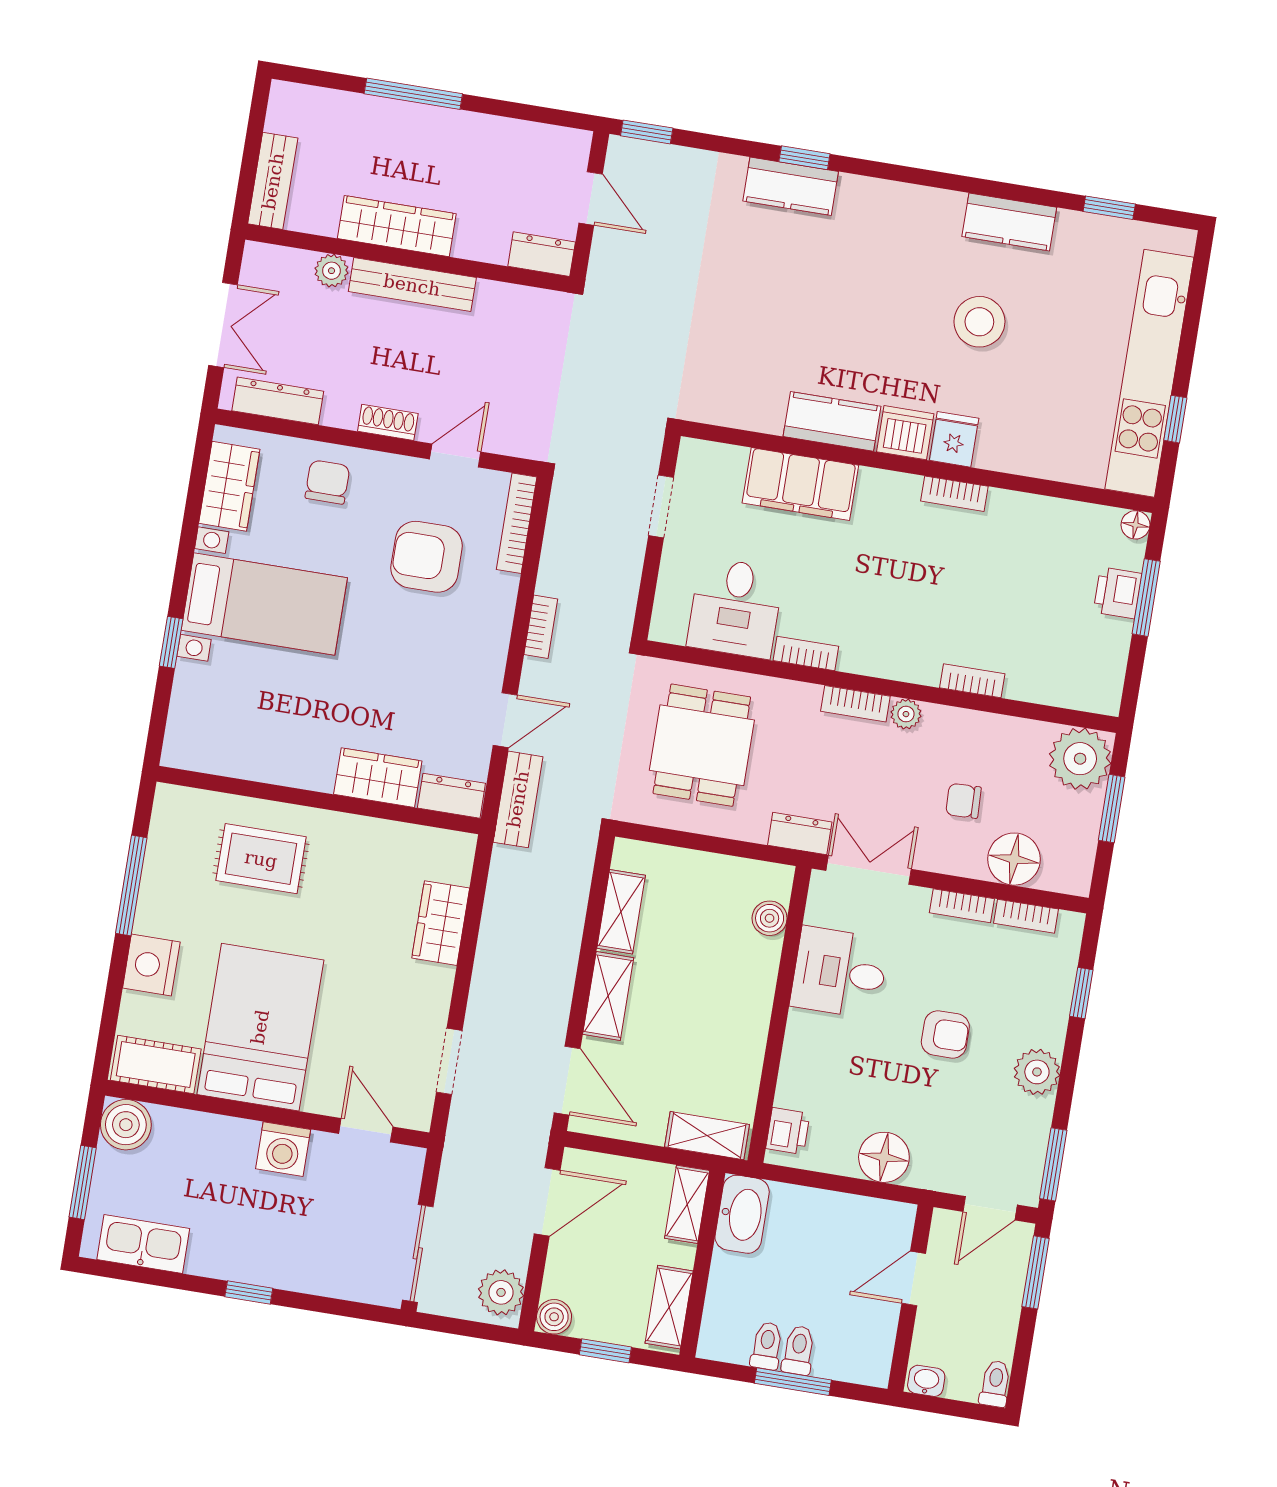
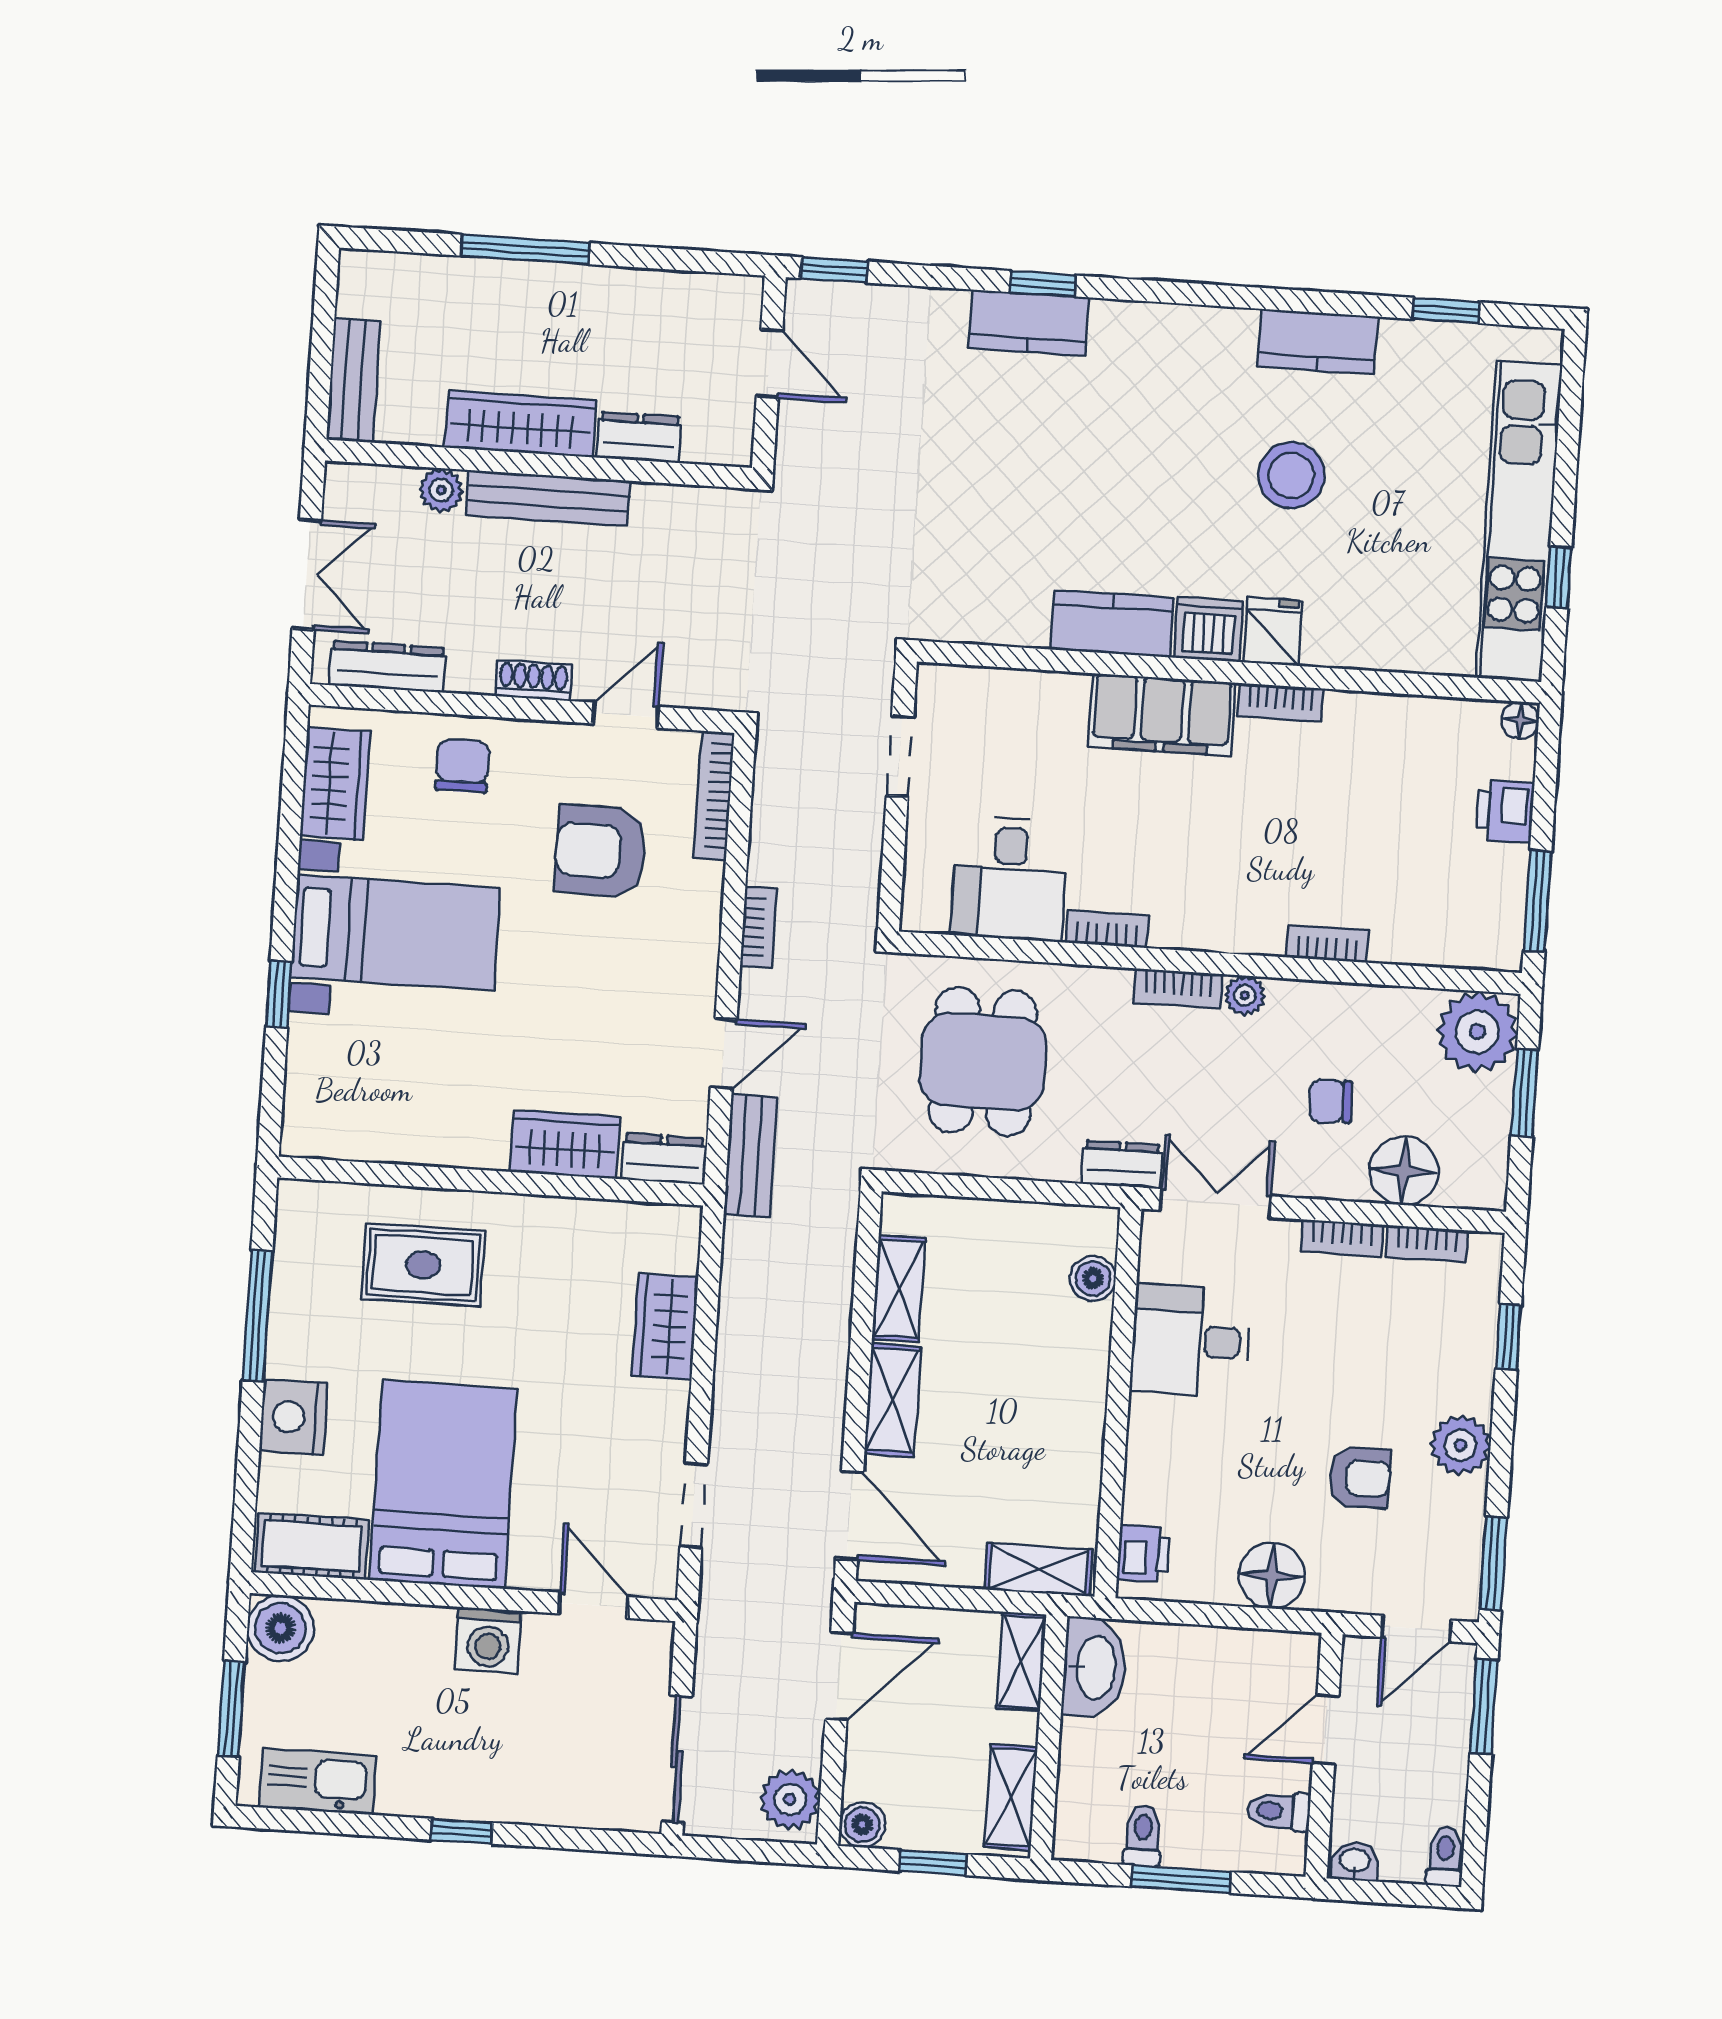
dresser: (542, 254) -> (639, 437), moved
filing cabinet: (800, 484) -> (1162, 715), moved
window: (1146, 598) -> (1537, 901), moved
armchair: (945, 1034) -> (1359, 1478), moved
toilet: (799, 1350) -> (1279, 1811), moved, turned -90

